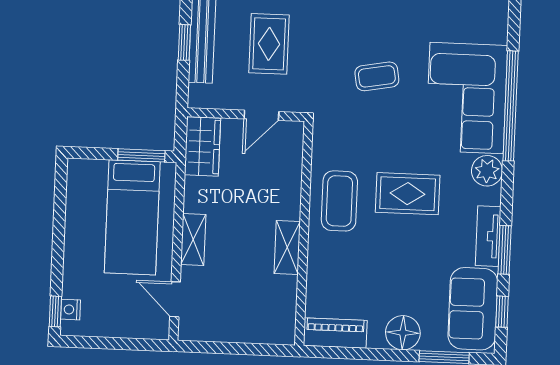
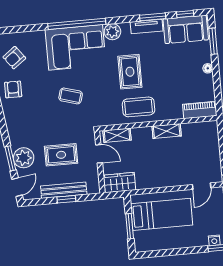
coffee table: (377, 76) -> (71, 96), turned -64
window: (141, 155) -> (130, 226), moved
shelving: (193, 239) -> (117, 135), moved
piano: (335, 333) -> (200, 110), moved, turned 90
floor lamp: (403, 333) -> (208, 68), width x0.53, depth x0.53

